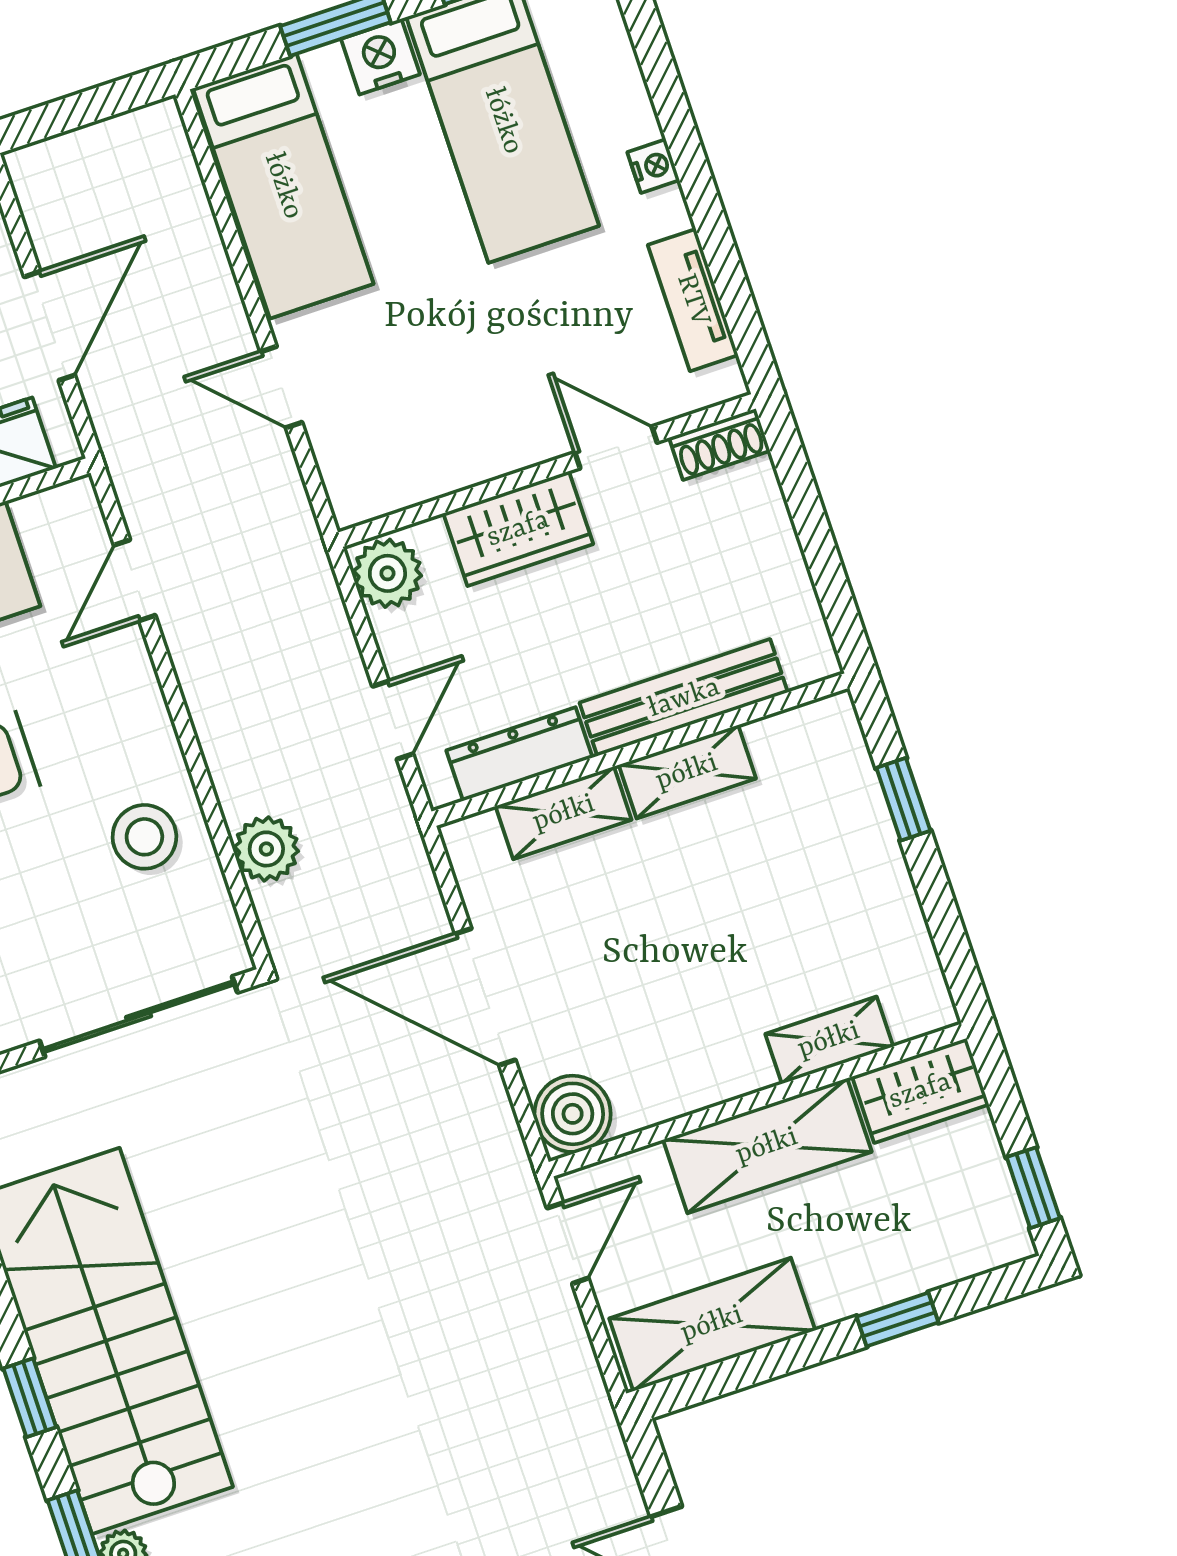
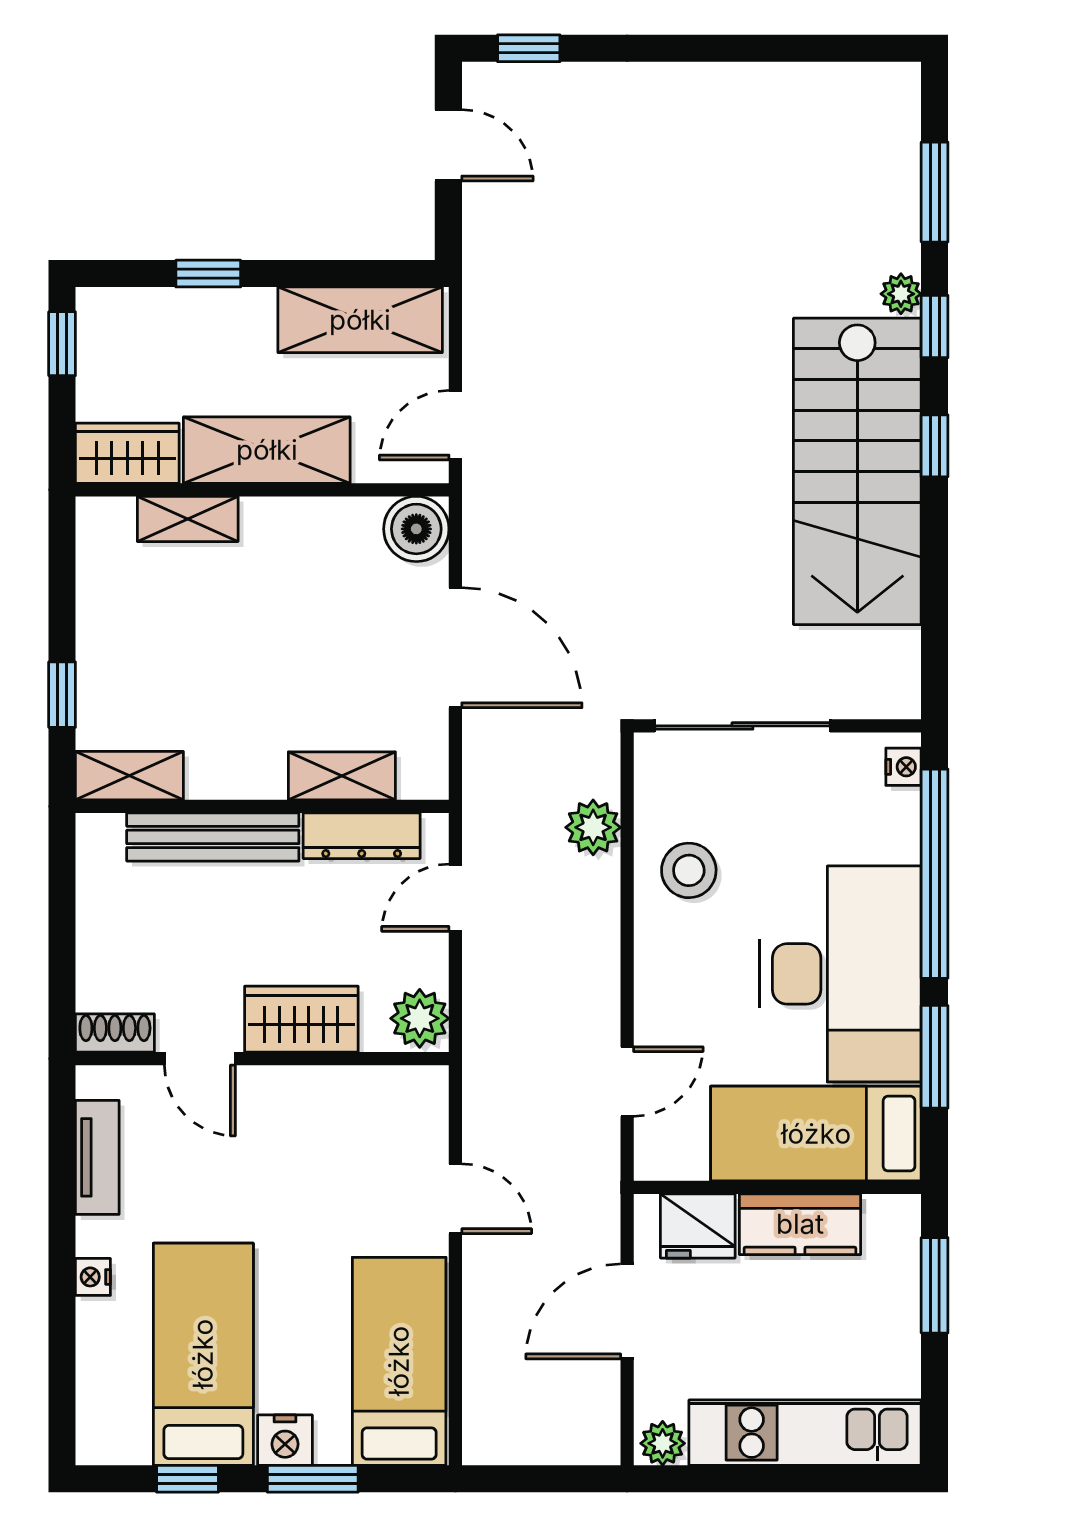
shelving: (687, 772) -> (129, 776), moved

